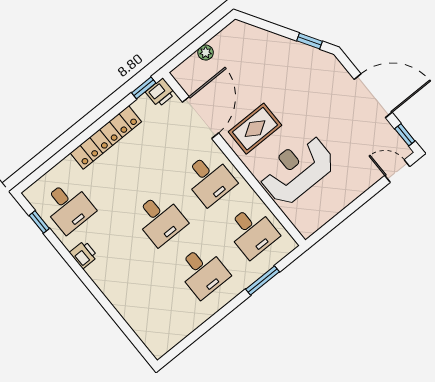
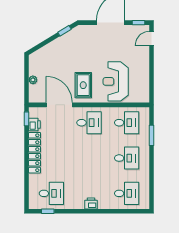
printer: (160, 93) -> (34, 125), moved
desk: (160, 219) -> (127, 193), moved
printer: (84, 255) -> (91, 204), moved

